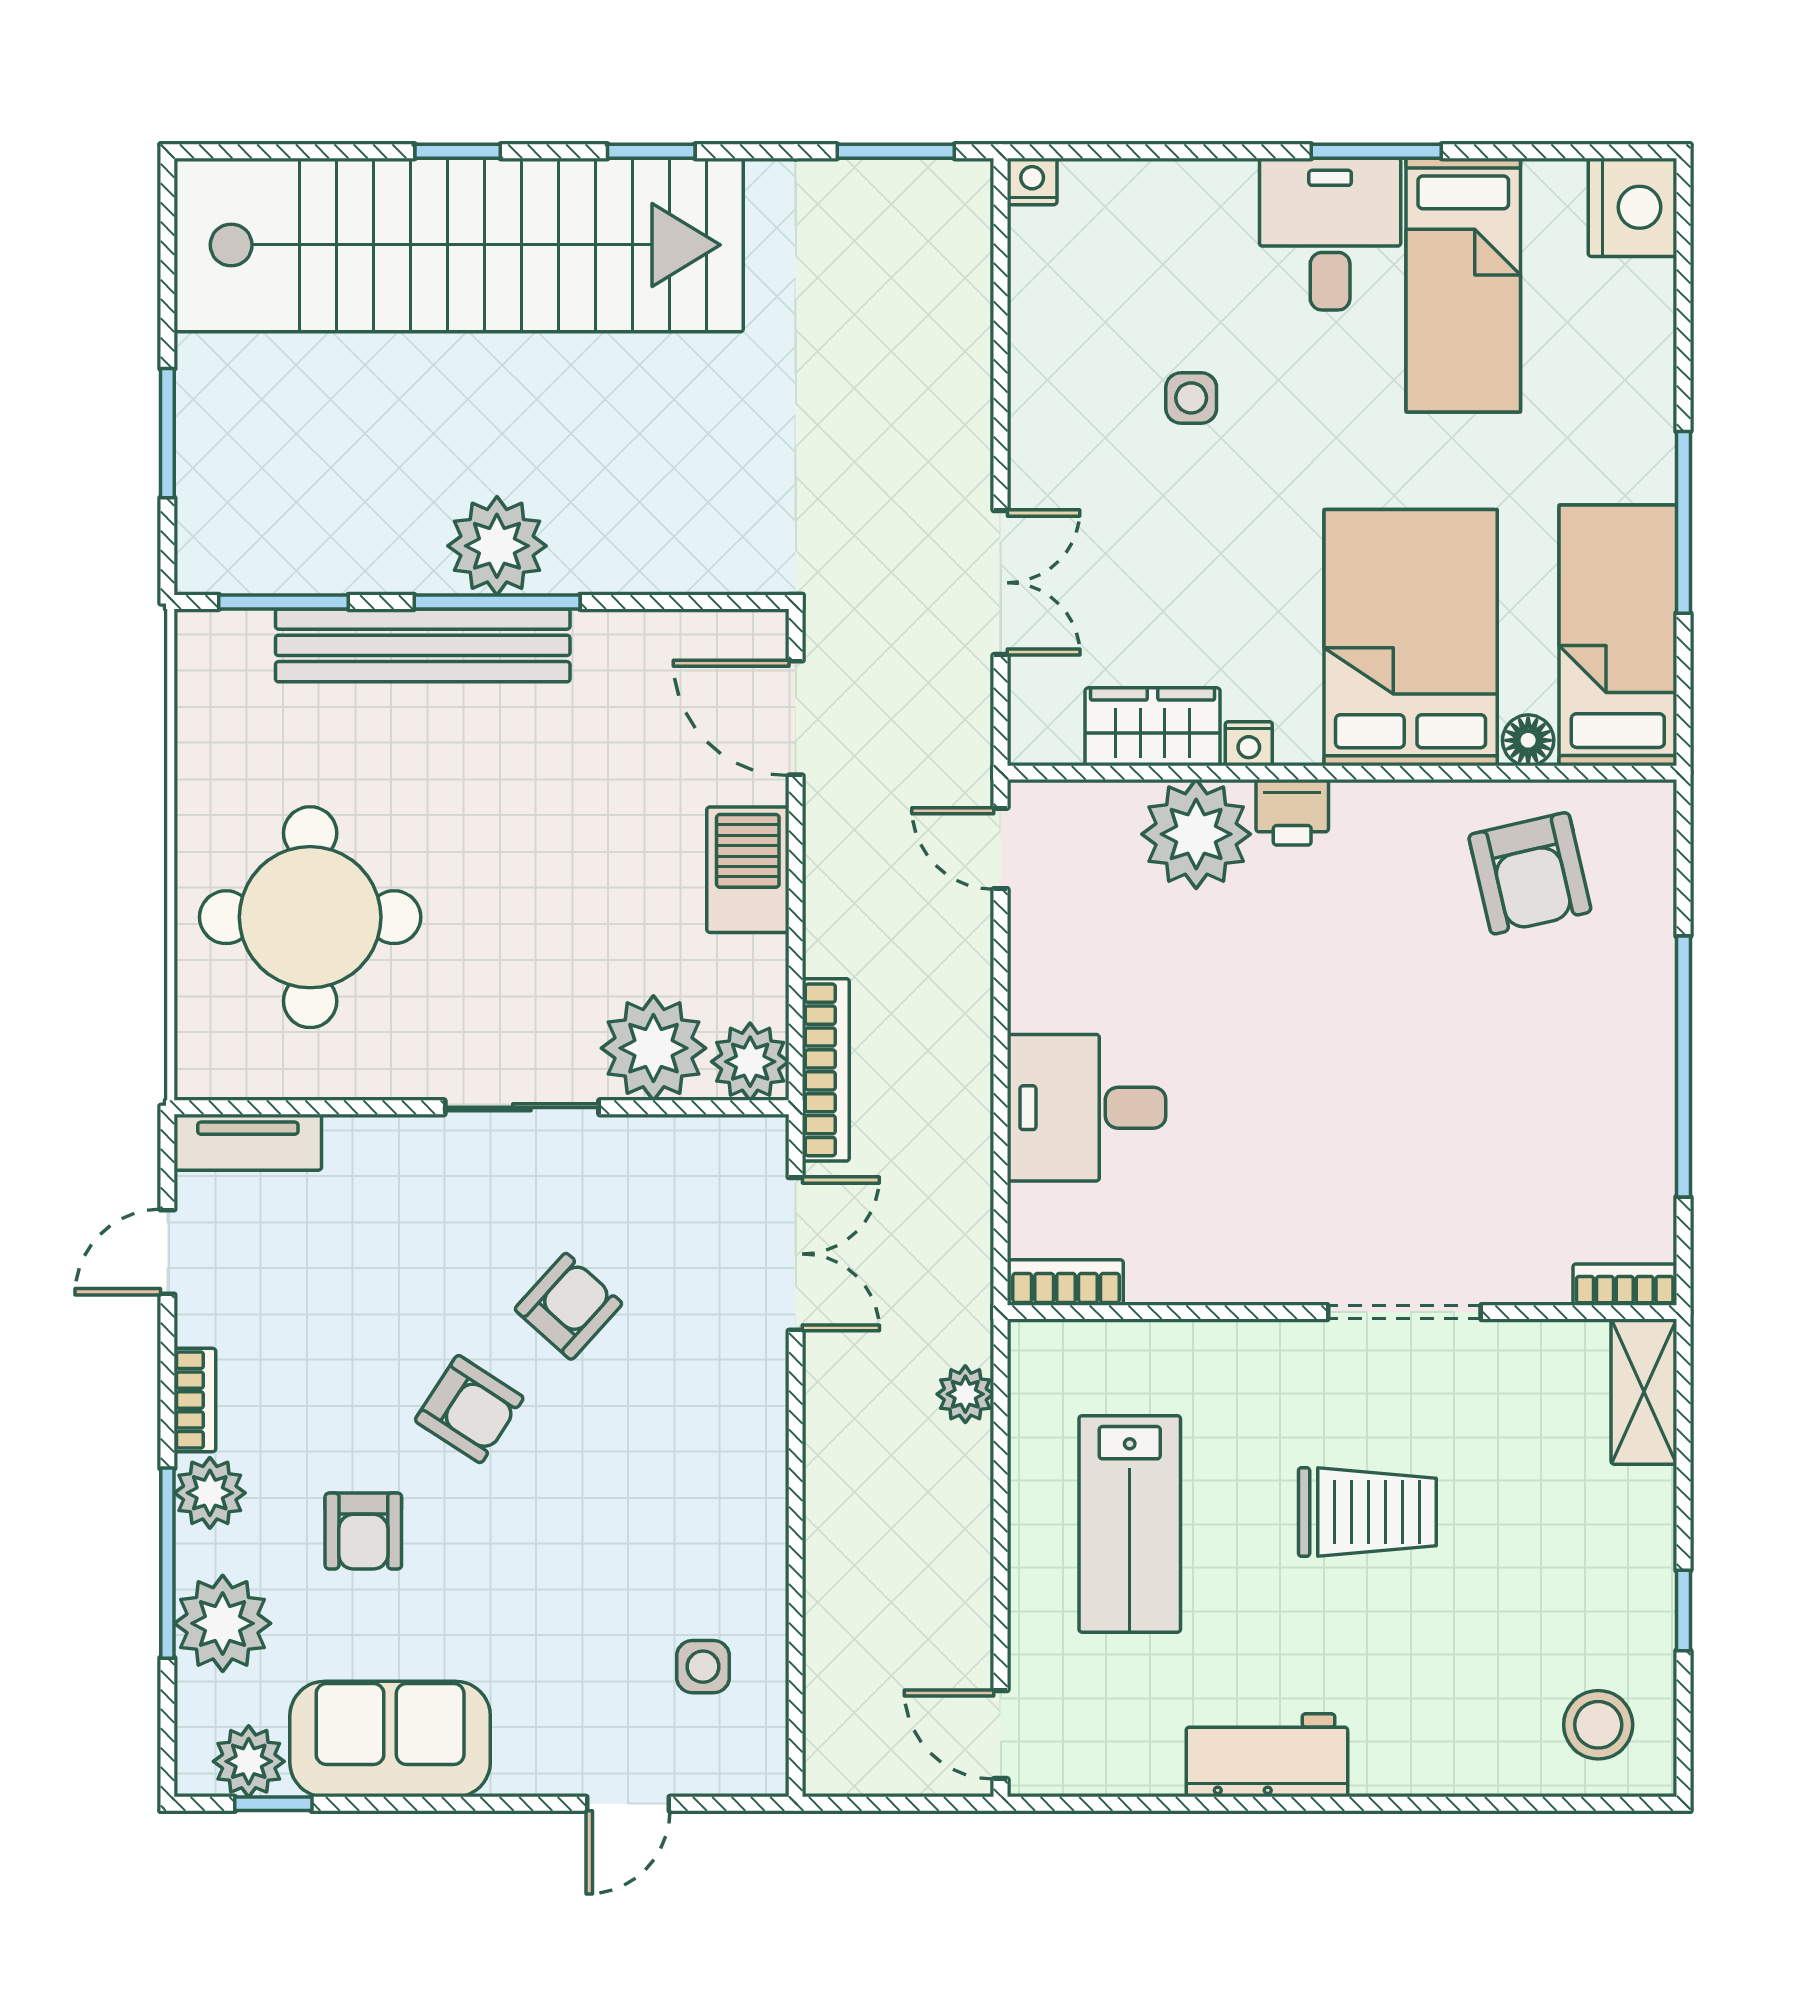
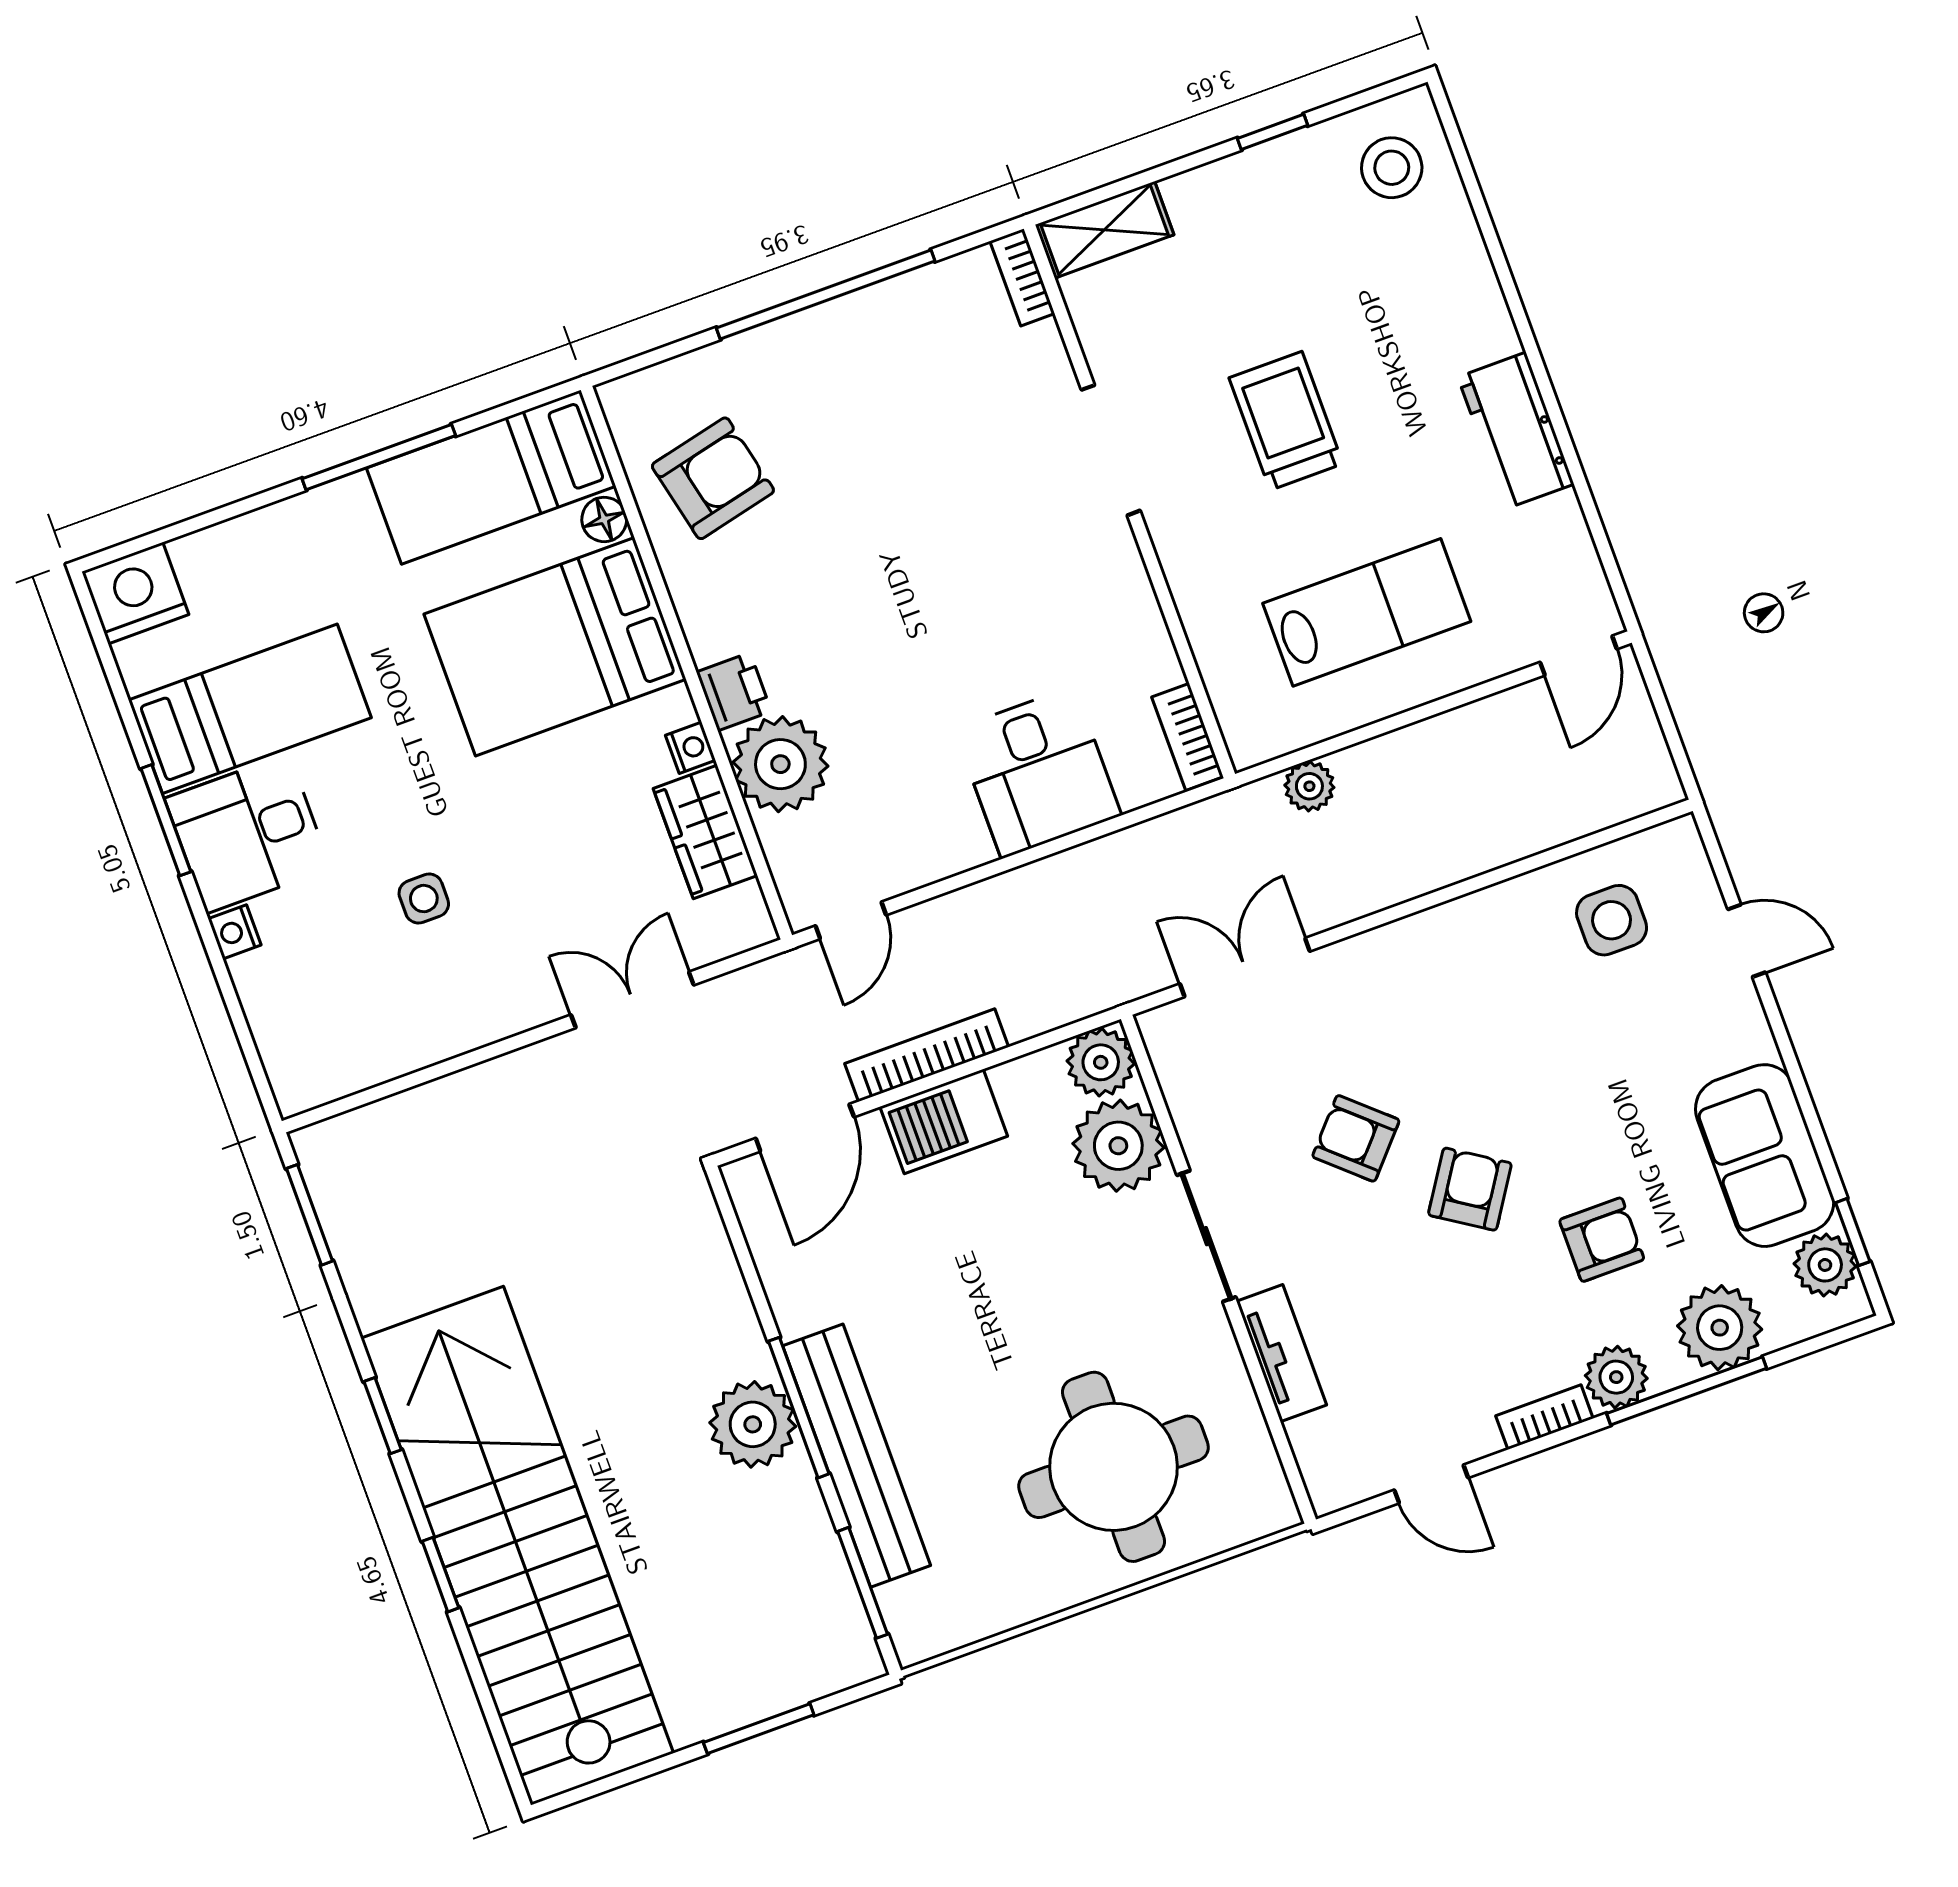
nightstand: (1032, 181) -> (235, 932), moved
bookcase: (826, 1070) -> (927, 1055), moved
tv unit: (248, 1142) -> (1281, 1353), moved
side table: (703, 1667) -> (1612, 920), width x1.37, depth x1.37

